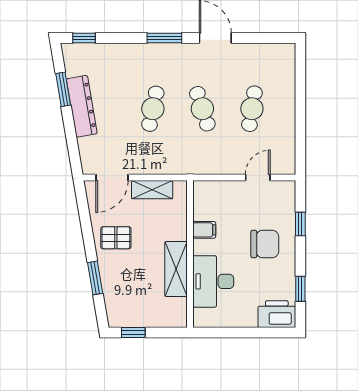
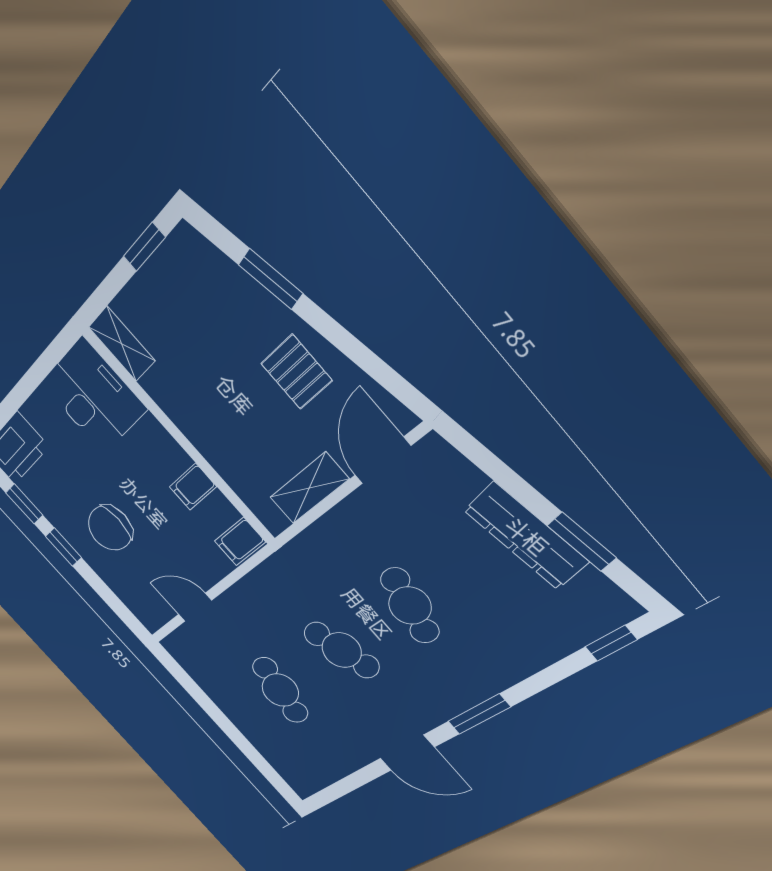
door: (258, 178) -> (195, 607), swing flipped
filing cabinet: (205, 191) -> (240, 542), added
window: (300, 224) -> (63, 547), moved
pallet: (116, 238) -> (296, 372), turned 90
shelving: (176, 269) -> (122, 344), moved, width x0.67, depth x0.75
desk: (213, 281) -> (93, 396), moved

